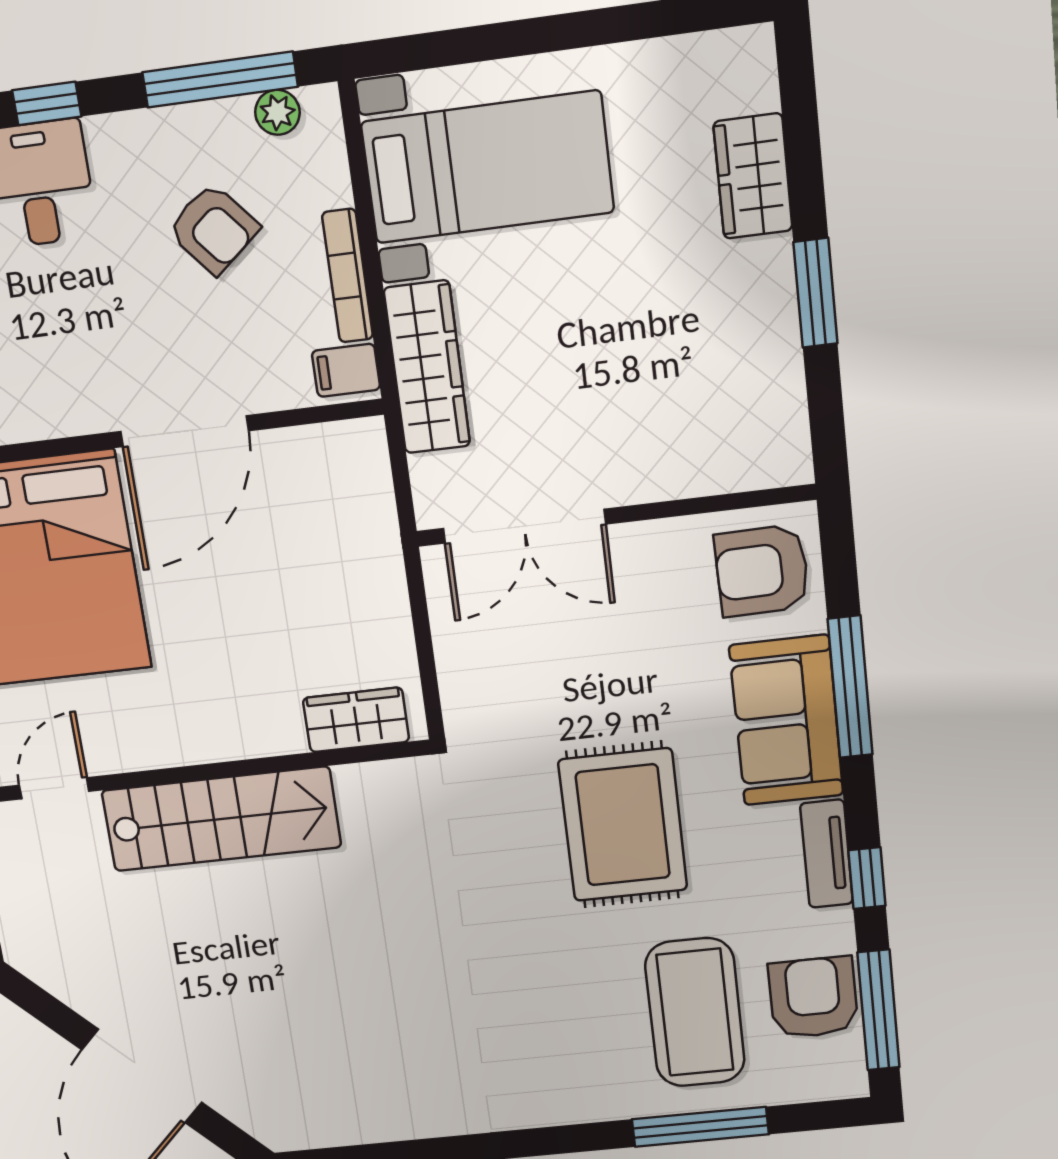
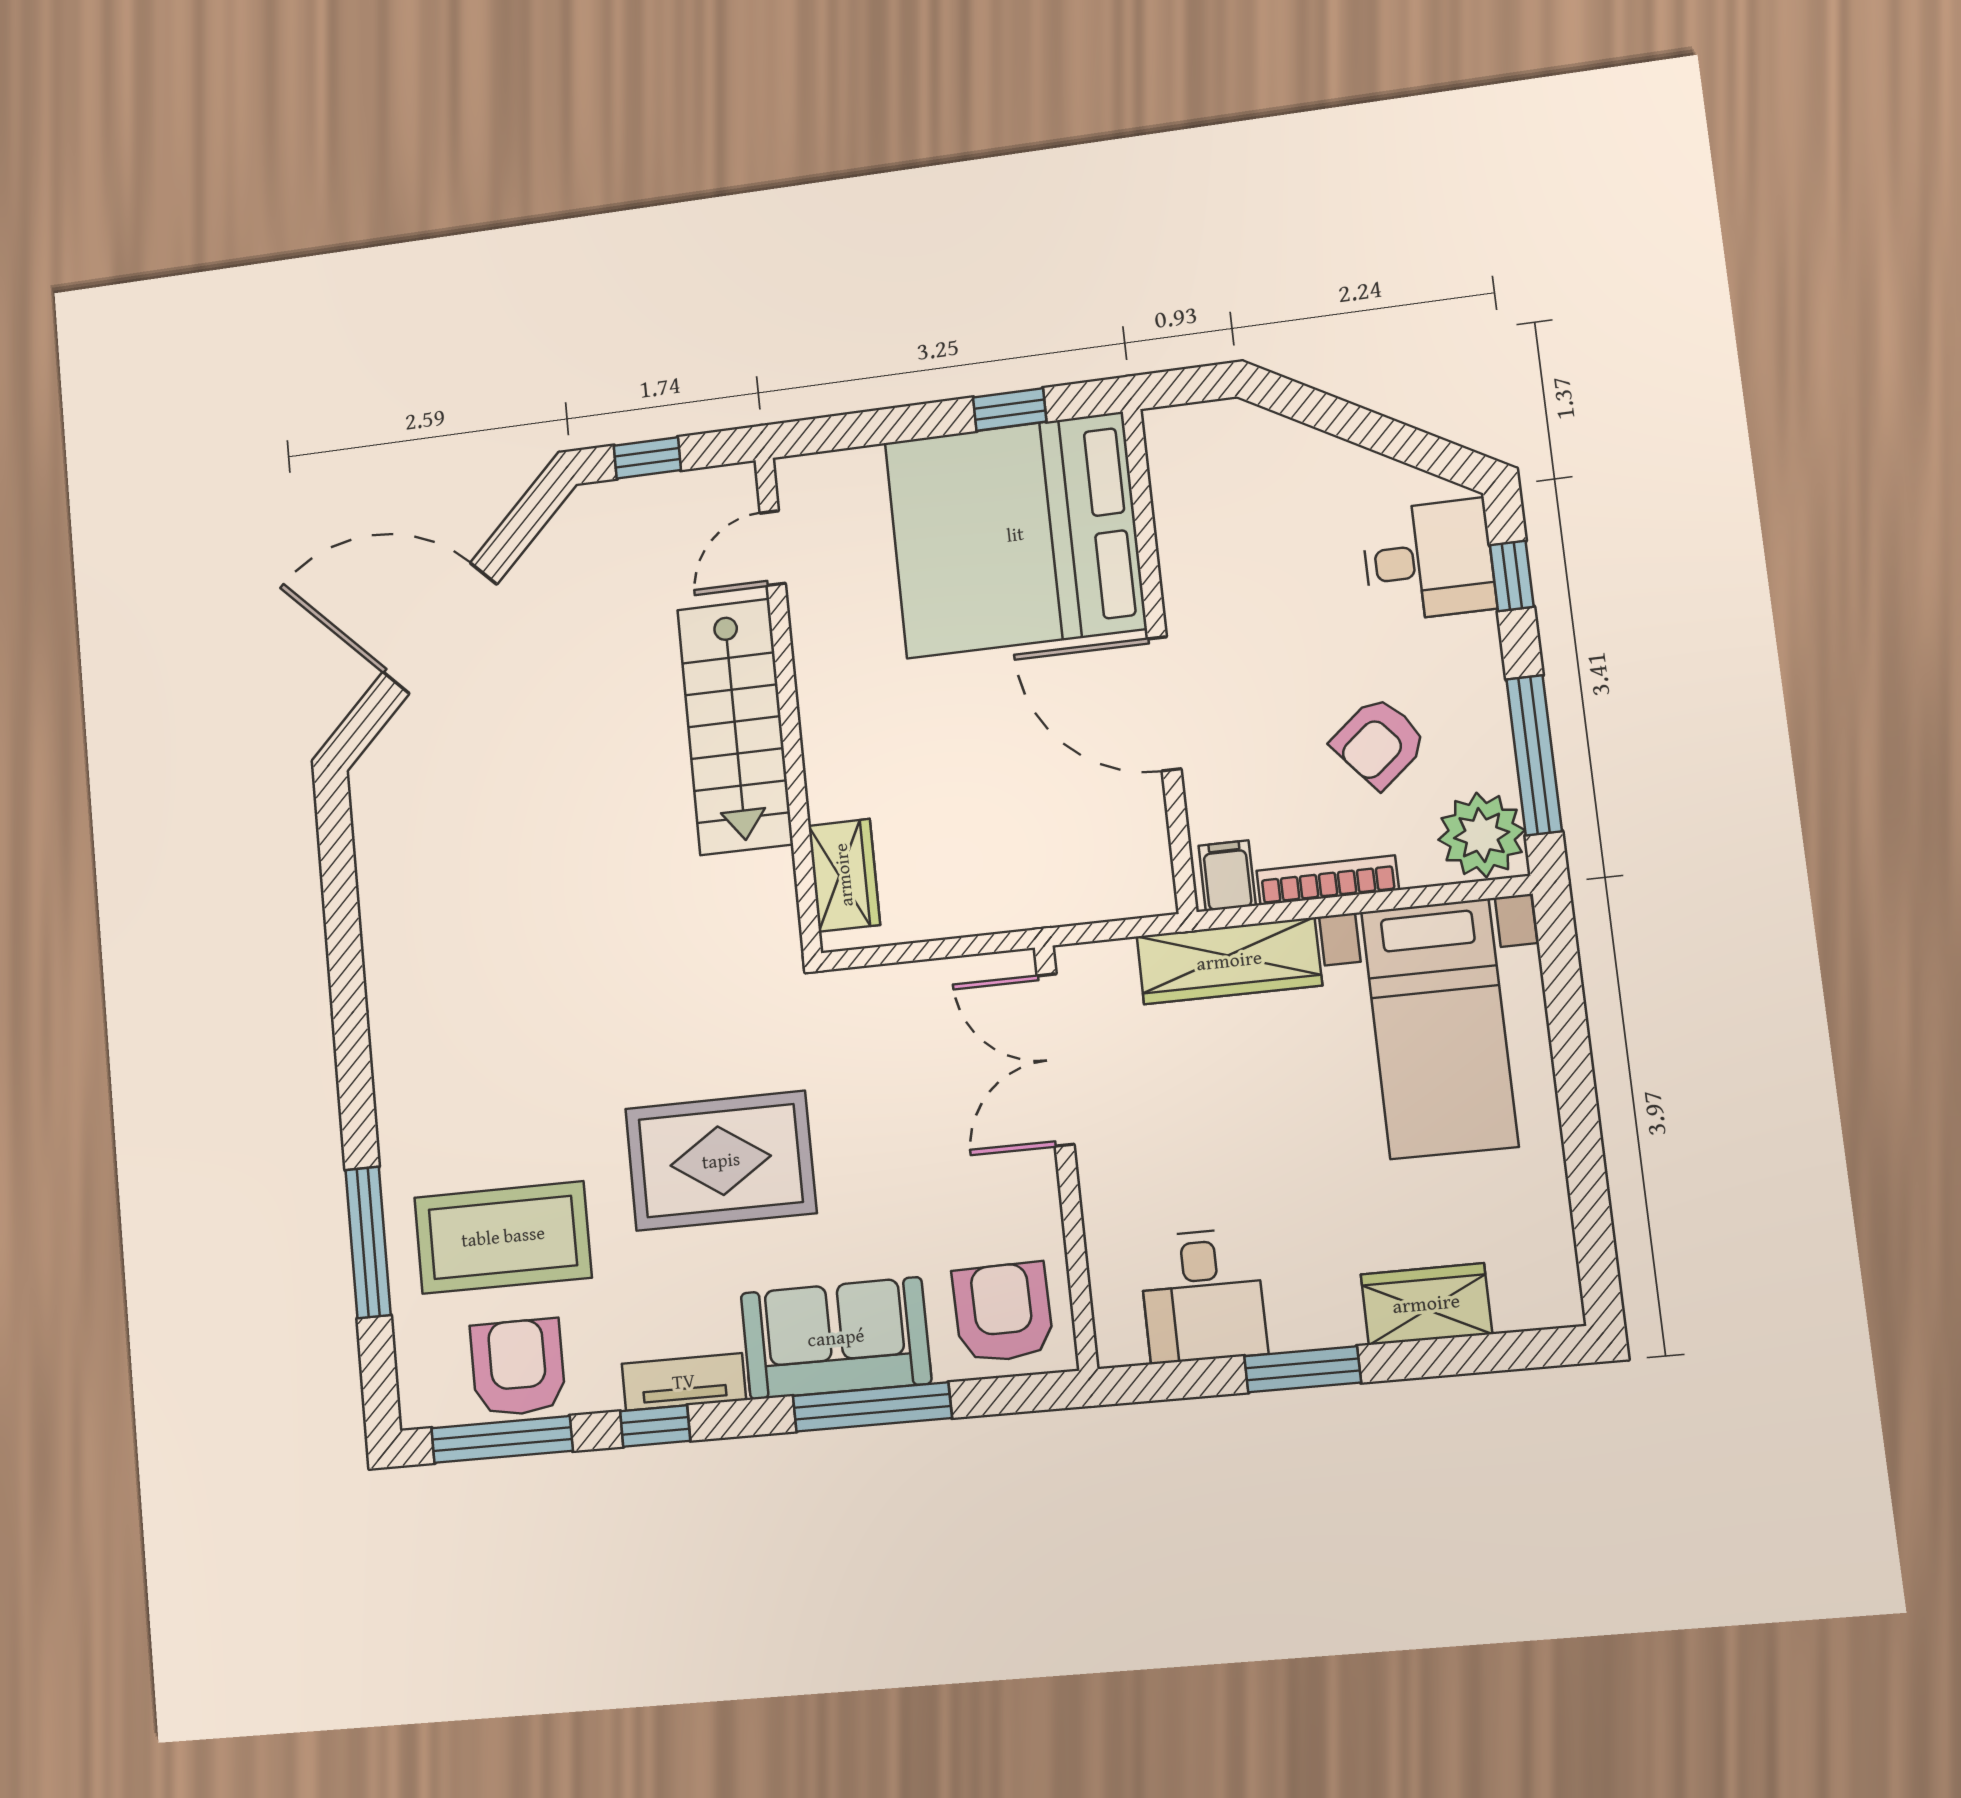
plant: (277, 112) -> (1482, 835), width x1.87, depth x1.87
desk: (746, 387) -> (1203, 1296), added
door: (54, 788) -> (773, 548), swing flipped
armchair: (813, 998) -> (518, 1367), turned -90

